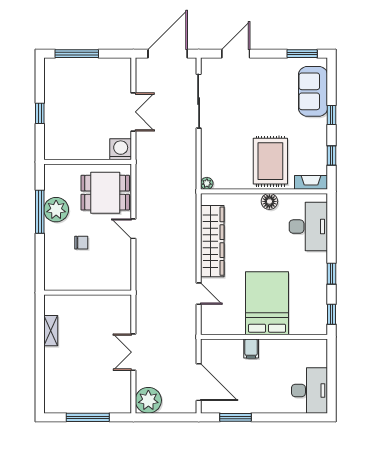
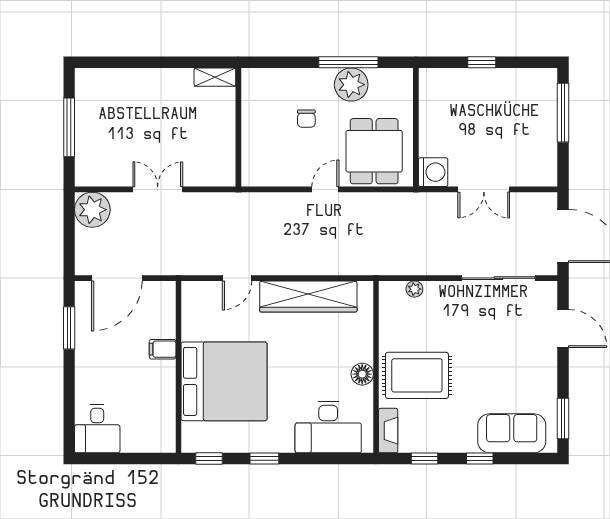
plant: (207, 183) -> (414, 289), moved
bed: (267, 303) -> (224, 381), width x1.36
shelving: (51, 331) -> (215, 77), moved
desk: (310, 390) -> (97, 429), width x0.73

